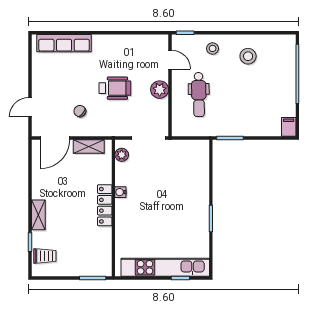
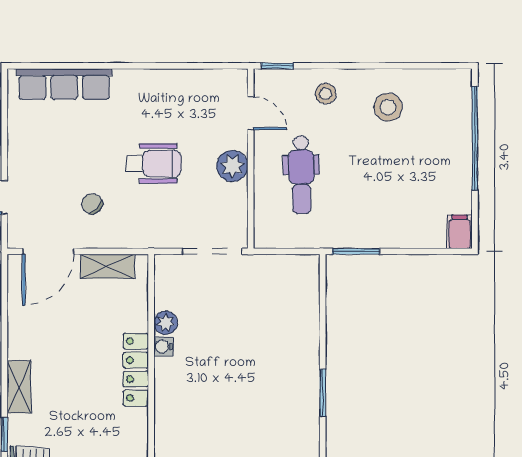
plant: (122, 155) -> (166, 323), moved

